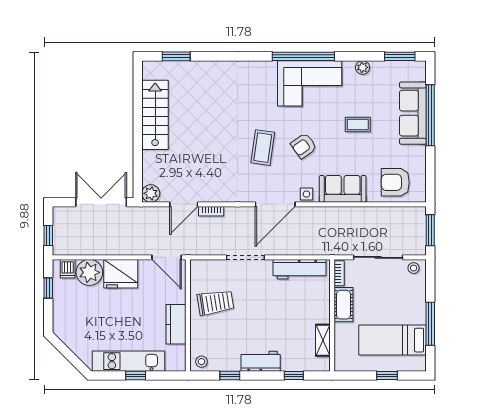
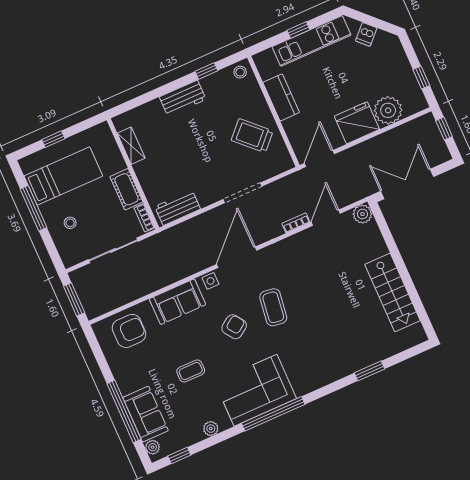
window: (176, 56) -> (370, 371), moved
window: (400, 56) -> (179, 456), width x0.67
plant: (419, 74) -> (153, 447), added
sofa: (413, 113) -> (146, 414), width x0.73
double door: (101, 202) -> (407, 184), swing flipped
door: (167, 257) -> (319, 159), hinge flipped
stool: (414, 268) -> (70, 223), moved
dishwasher: (68, 269) -> (366, 34), moved, turned -135
workbench: (300, 269) -> (178, 208), width x0.73
trolley: (215, 303) -> (252, 136), turned 53
window: (294, 375) -> (144, 99), removed

